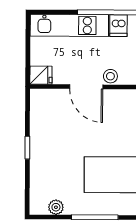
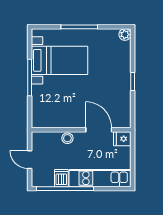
door: (86, 87) -> (99, 130), moved
plant: (56, 207) -> (125, 35), moved

